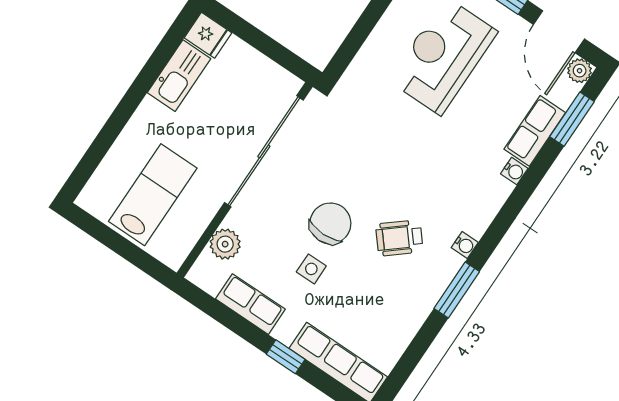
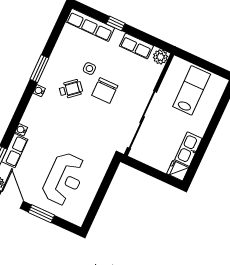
lab bench: (153, 195) -> (192, 90), turned 180
plant: (225, 244) -> (160, 57), moved
side table: (311, 269) -> (89, 69), moved

